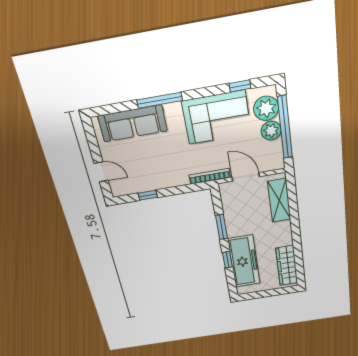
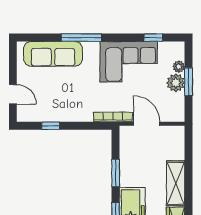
plant: (266, 108) -> (179, 67), width x0.53, depth x0.53
window: (285, 127) -> (189, 82), width x0.47
shelving: (279, 201) -> (176, 183), moved

